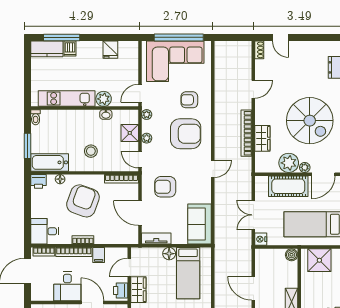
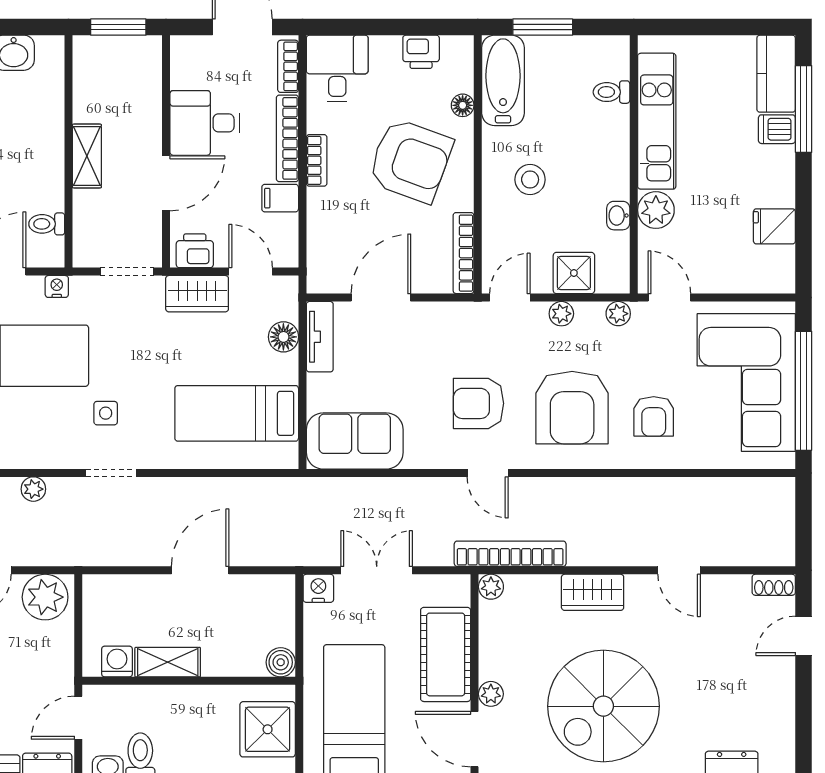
armchair: (189, 100) -> (654, 416), turned 180
toilet: (36, 117) -> (611, 92), moved
bookcase: (246, 133) -> (510, 554), moved
wardrobe: (262, 138) -> (593, 592), moved
plant: (289, 163) -> (491, 587), moved, width x0.53, depth x0.53
printer: (38, 181) -> (421, 52), moved, turned -90
armchair: (165, 187) -> (478, 403), moved, turned -90
floor lamp: (169, 254) -> (283, 337), moved

